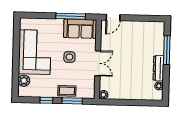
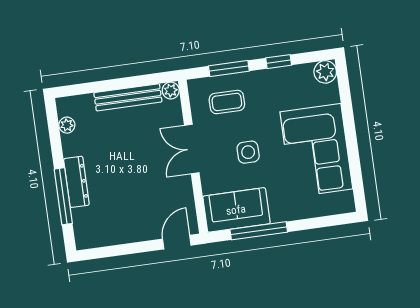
dresser: (159, 68) -> (76, 182), moved
plant: (24, 81) -> (325, 72), moved
coffee table: (67, 91) -> (227, 102), moved
bench: (126, 95) -> (128, 97), added

